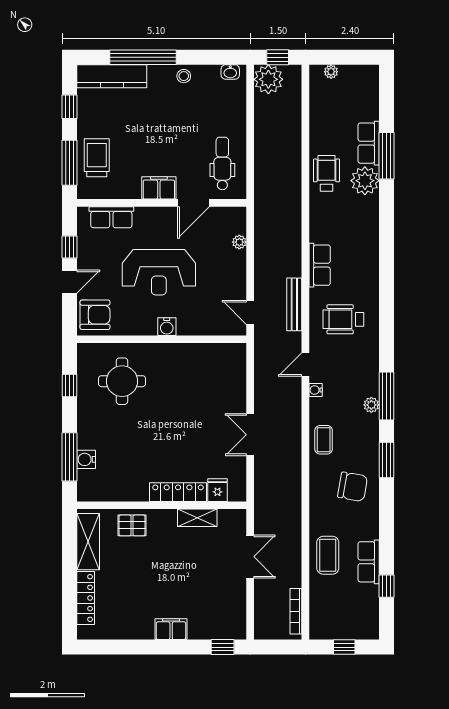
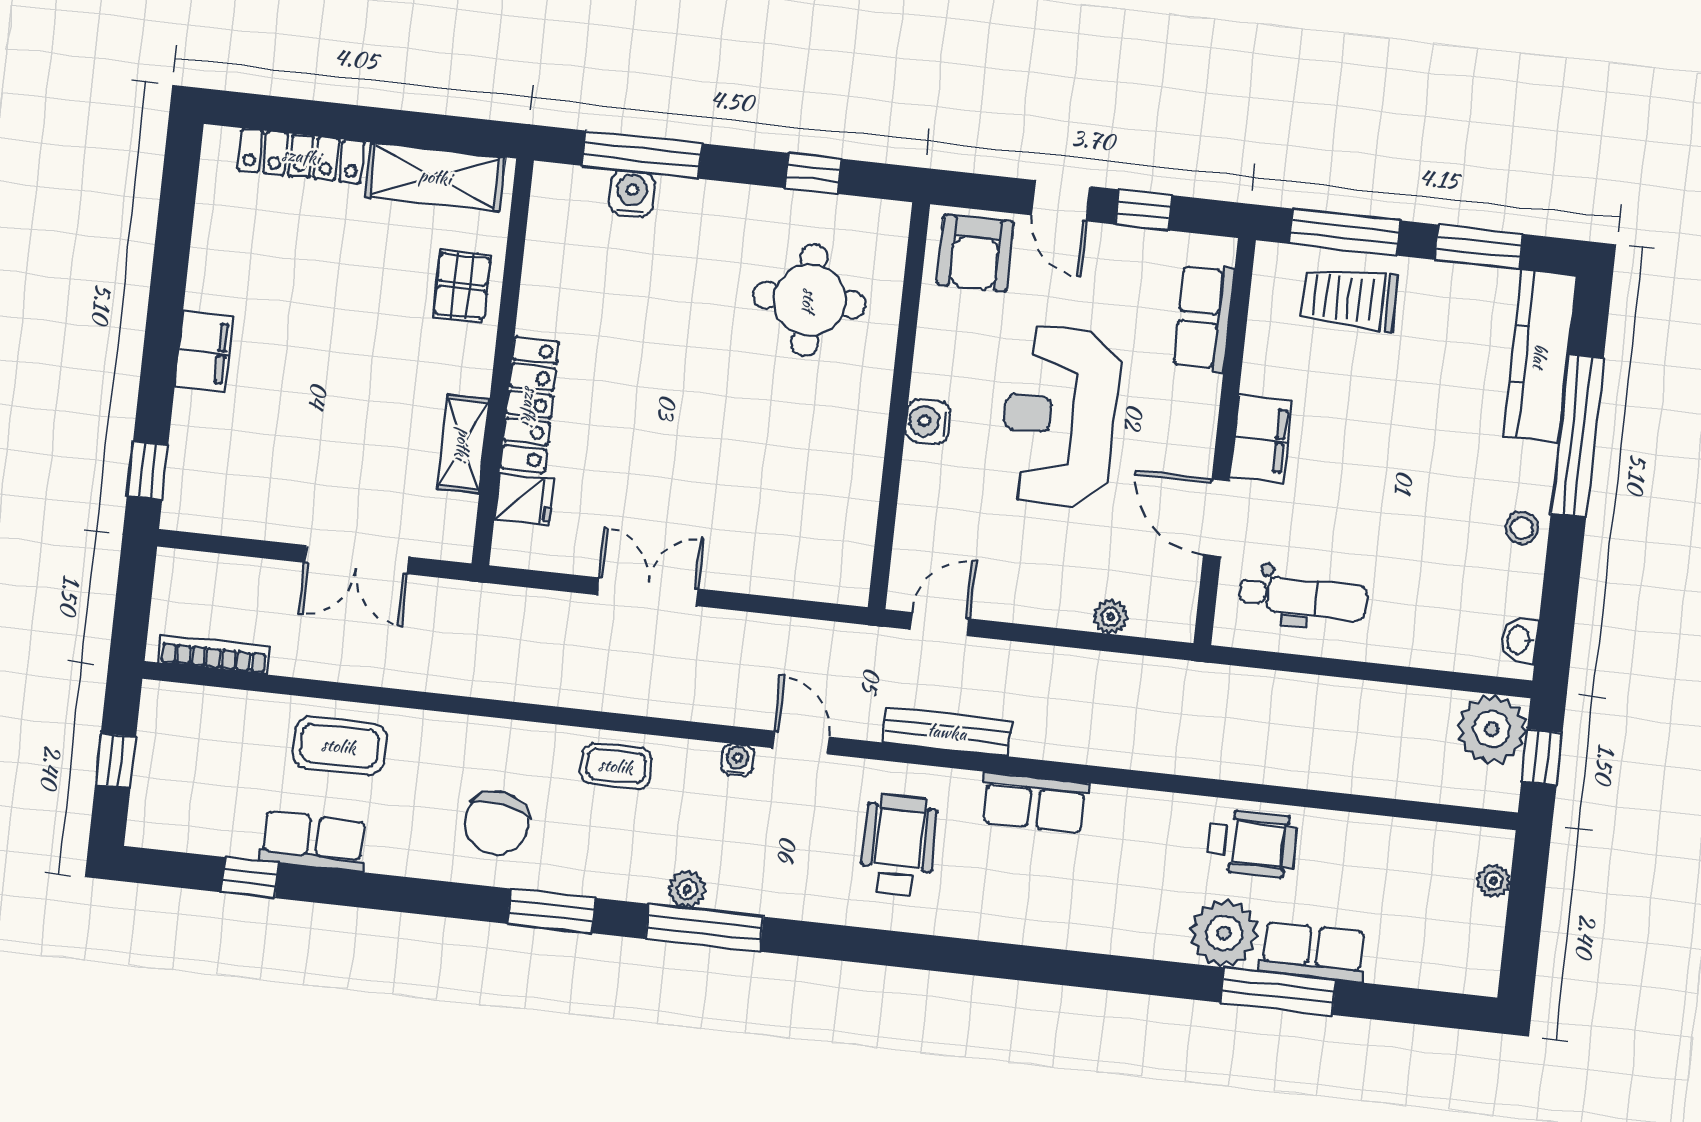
window: (69, 107) -> (1479, 247), width x1.50
trolley: (97, 158) -> (1350, 299), turned 180

